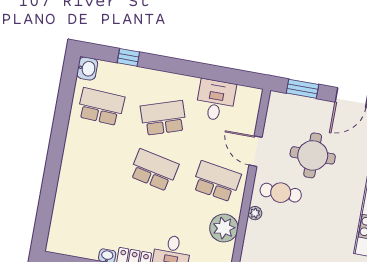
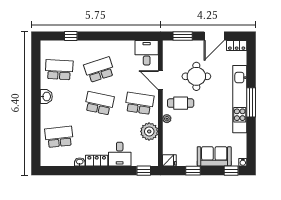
washbasin: (87, 68) -> (46, 97), moved
desk: (216, 100) -> (147, 53), moved
school desk: (82, 211) -> (59, 137), added

